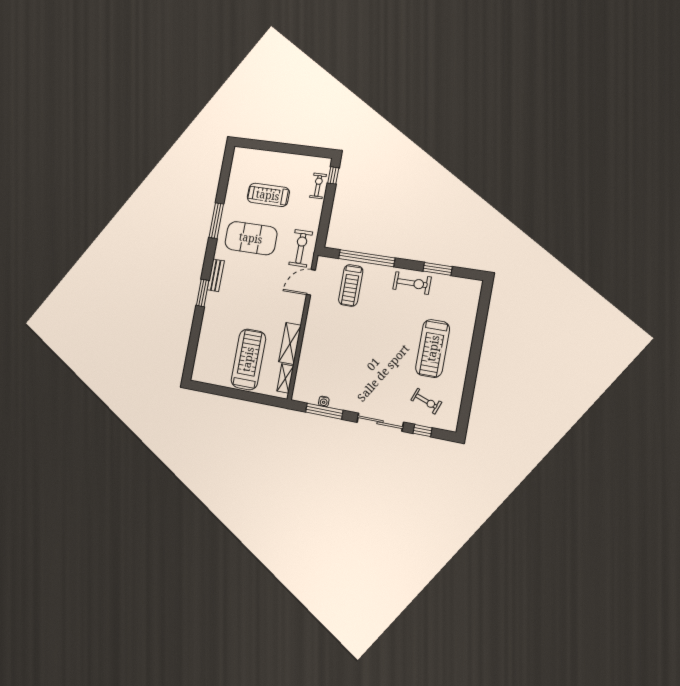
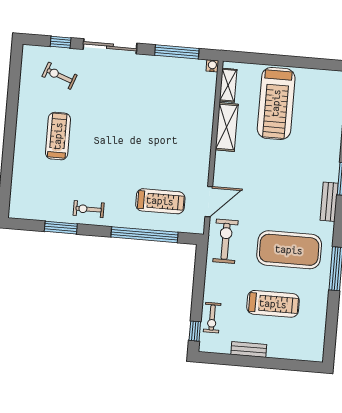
bench: (291, 159) -> (249, 349), added
exercise bike: (301, 248) -> (225, 241), turned 180
exercise bike: (412, 283) -> (89, 209), width x0.73, depth x0.72
treadmill: (351, 285) -> (160, 201), turned 90
treadmill: (433, 348) -> (58, 136), width x0.73, depth x0.73
water cooler: (324, 401) -> (212, 66), moved

